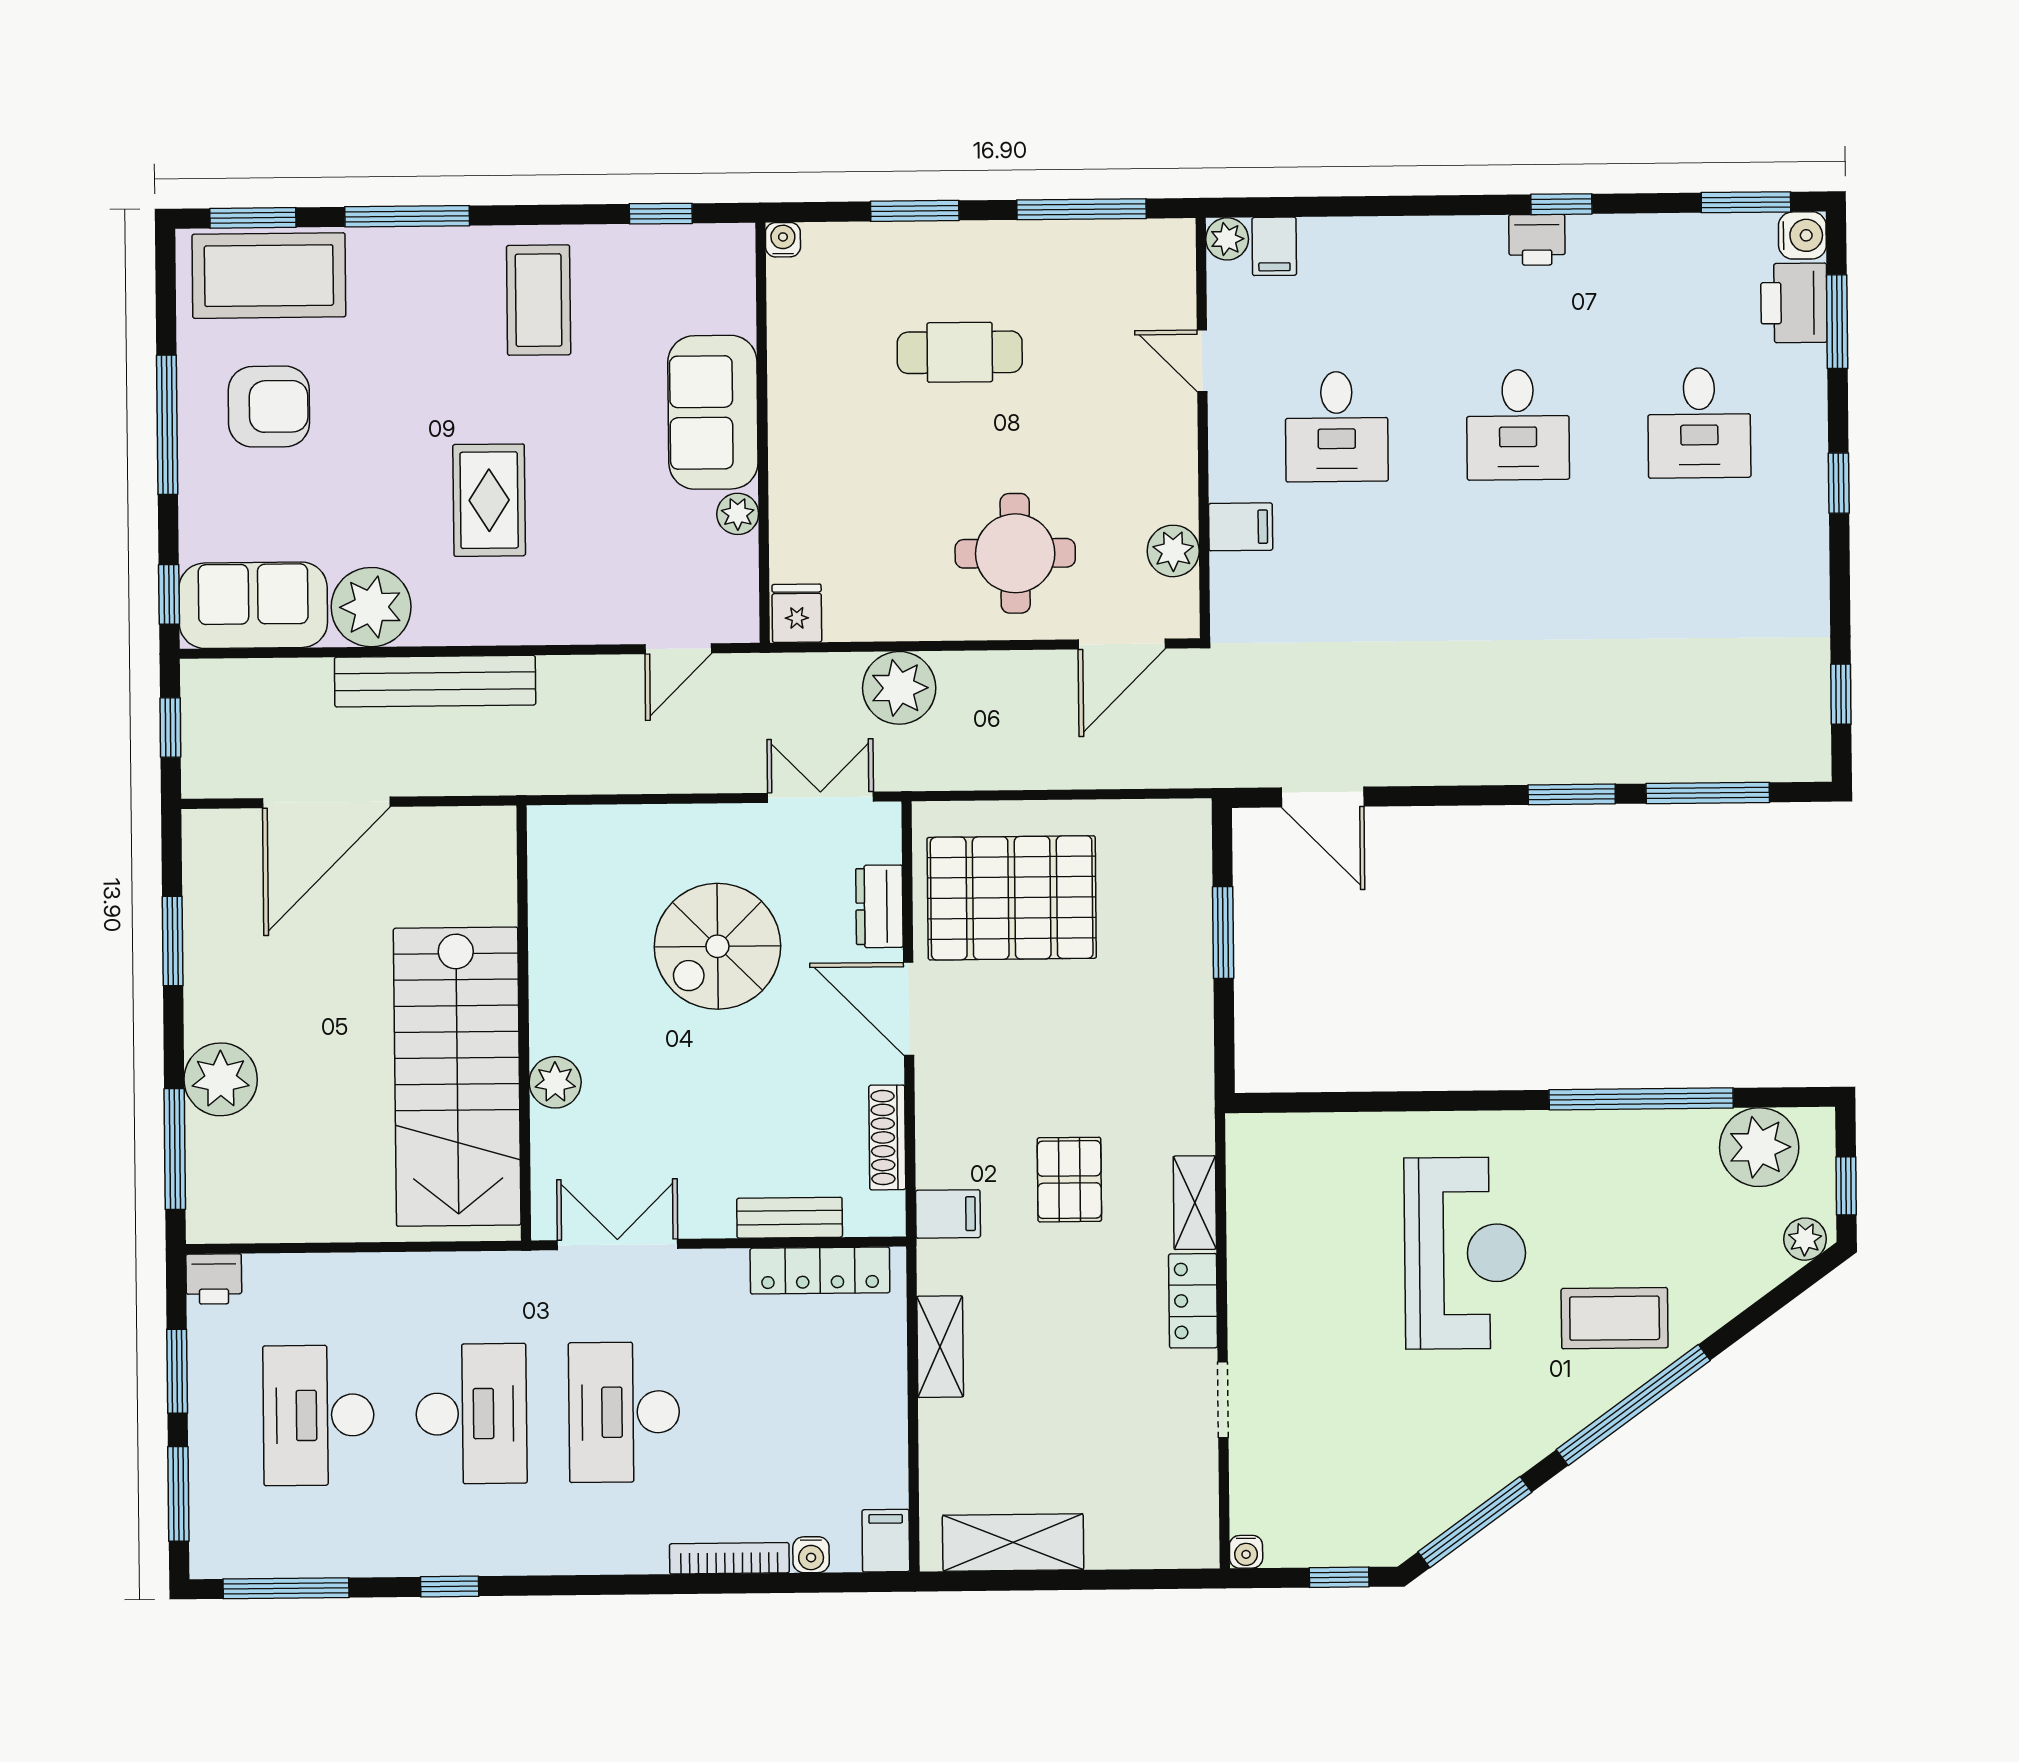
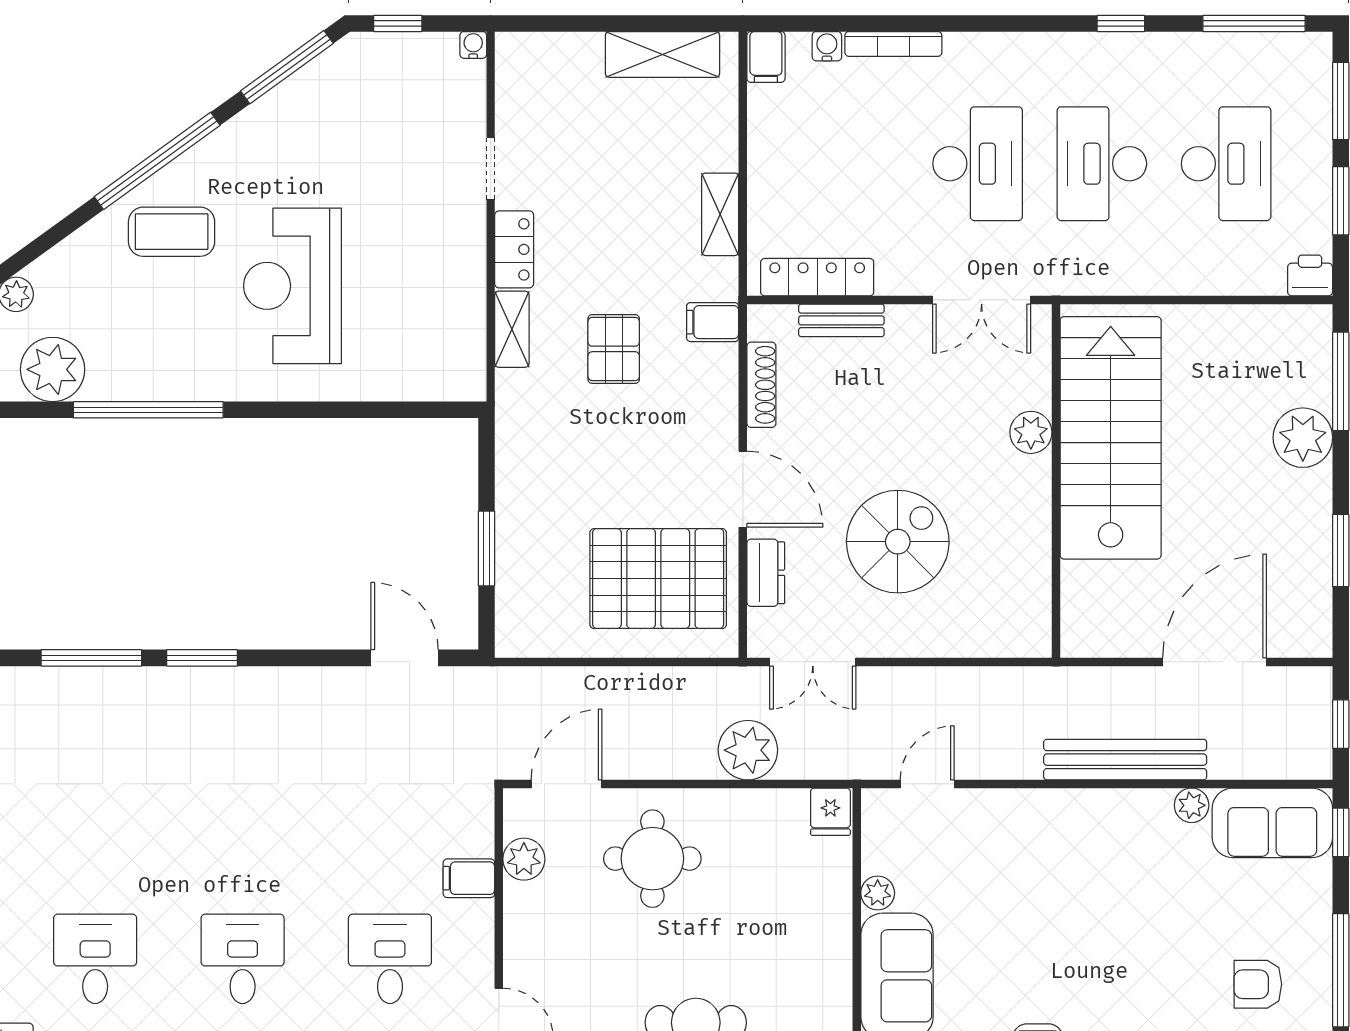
armchair: (269, 407) -> (1258, 984), width x0.72, depth x0.72
rug: (489, 500) -> (1080, 906), removed
plant: (371, 607) -> (1192, 805), width x0.53, depth x0.53

